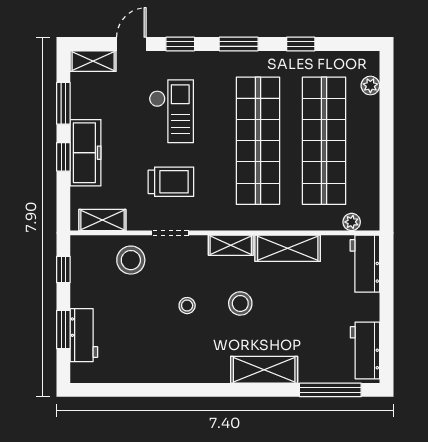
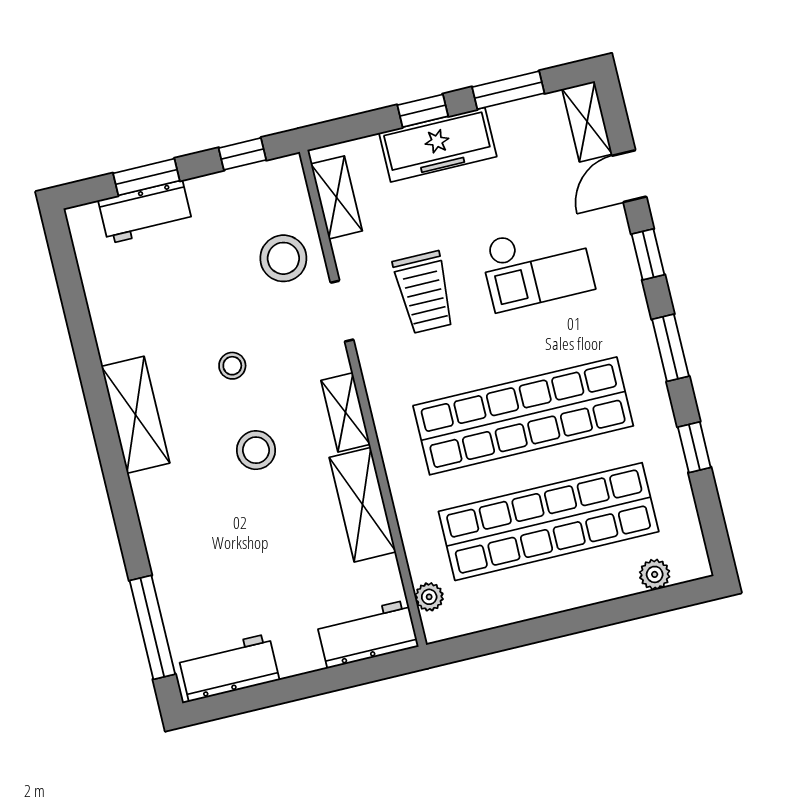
door: (131, 44) -> (629, 176), swing flipped
shelving: (264, 370) -> (136, 415), moved

